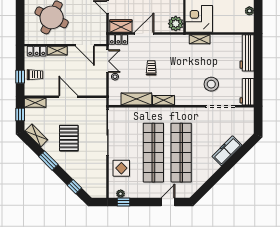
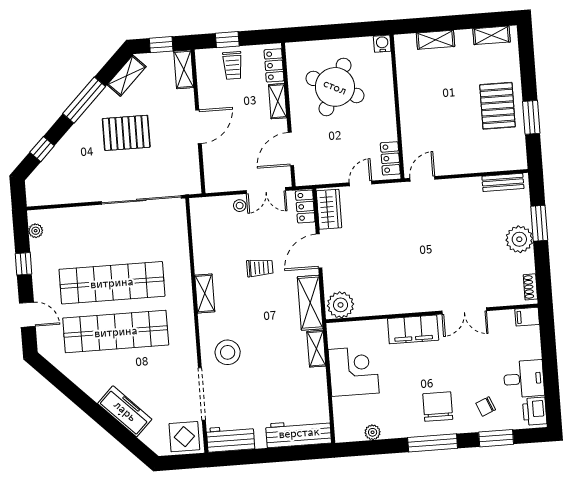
corner desk: (199, 19) -> (354, 371), moved
door: (144, 34) -> (319, 251), swing flipped
stool: (211, 84) -> (228, 352), moved
shelving: (136, 99) -> (310, 303), moved
window: (48, 161) -> (84, 100), width x1.44
display table: (121, 168) -> (184, 437), moved
window: (123, 202) -> (24, 264), moved

